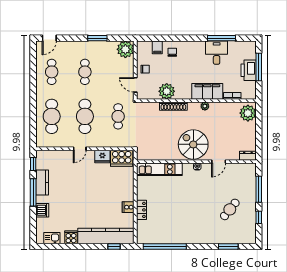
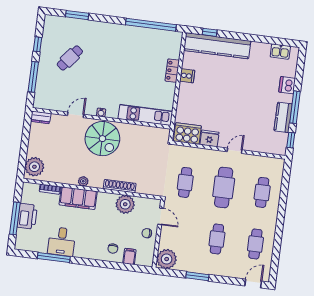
cafe table: (52, 116) -> (262, 192), width x0.73, depth x0.74
cooker: (71, 237) -> (258, 49), removed

